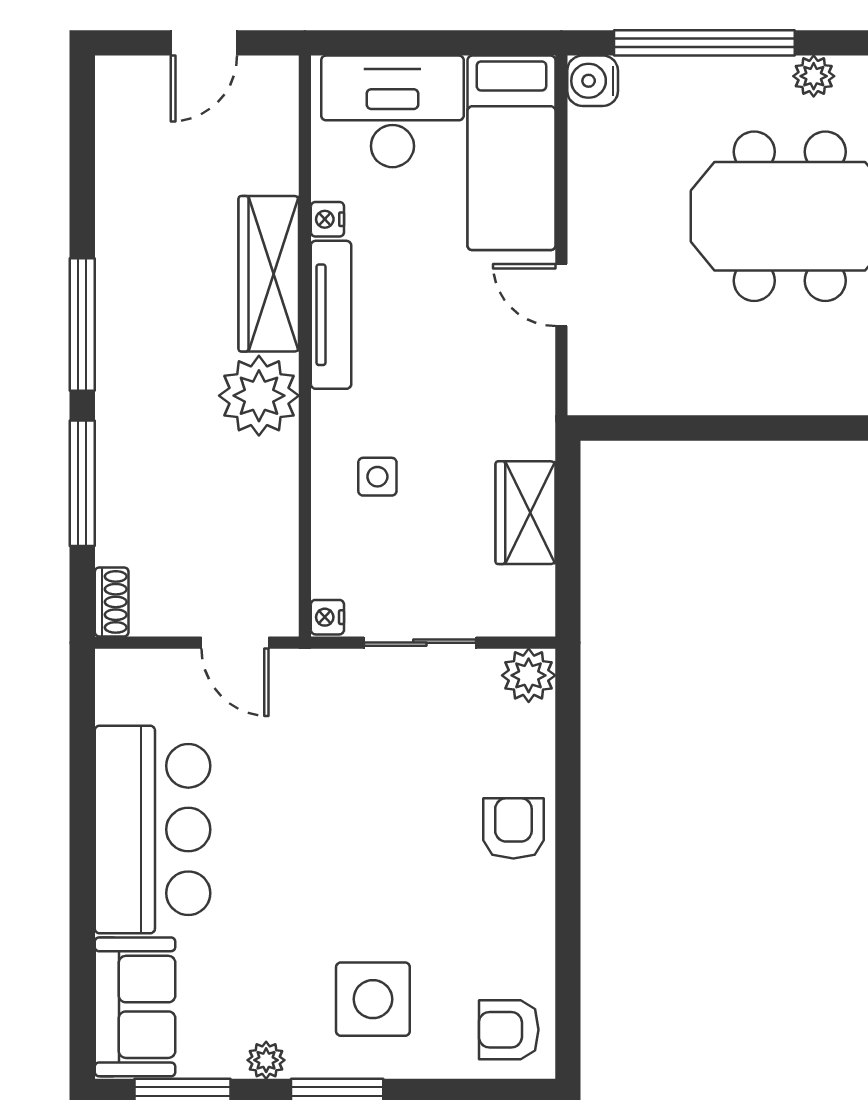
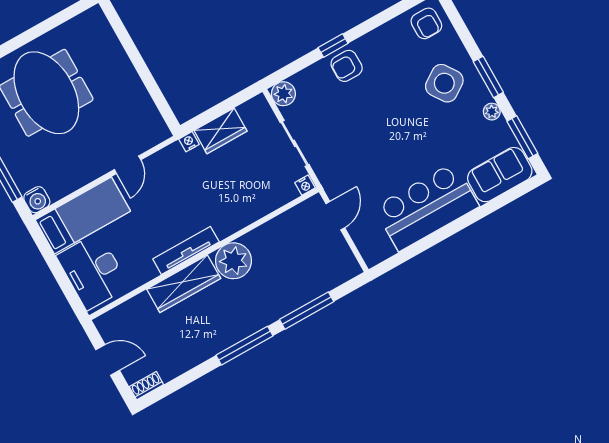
nightstand: (327, 219) -> (189, 142), moved, turned 180
side table: (377, 477) -> (239, 197), removed
shoe rack: (112, 602) -> (146, 386), moved
window: (568, 825) -> (333, 46), added
side table: (373, 999) -> (444, 83), turned -34

